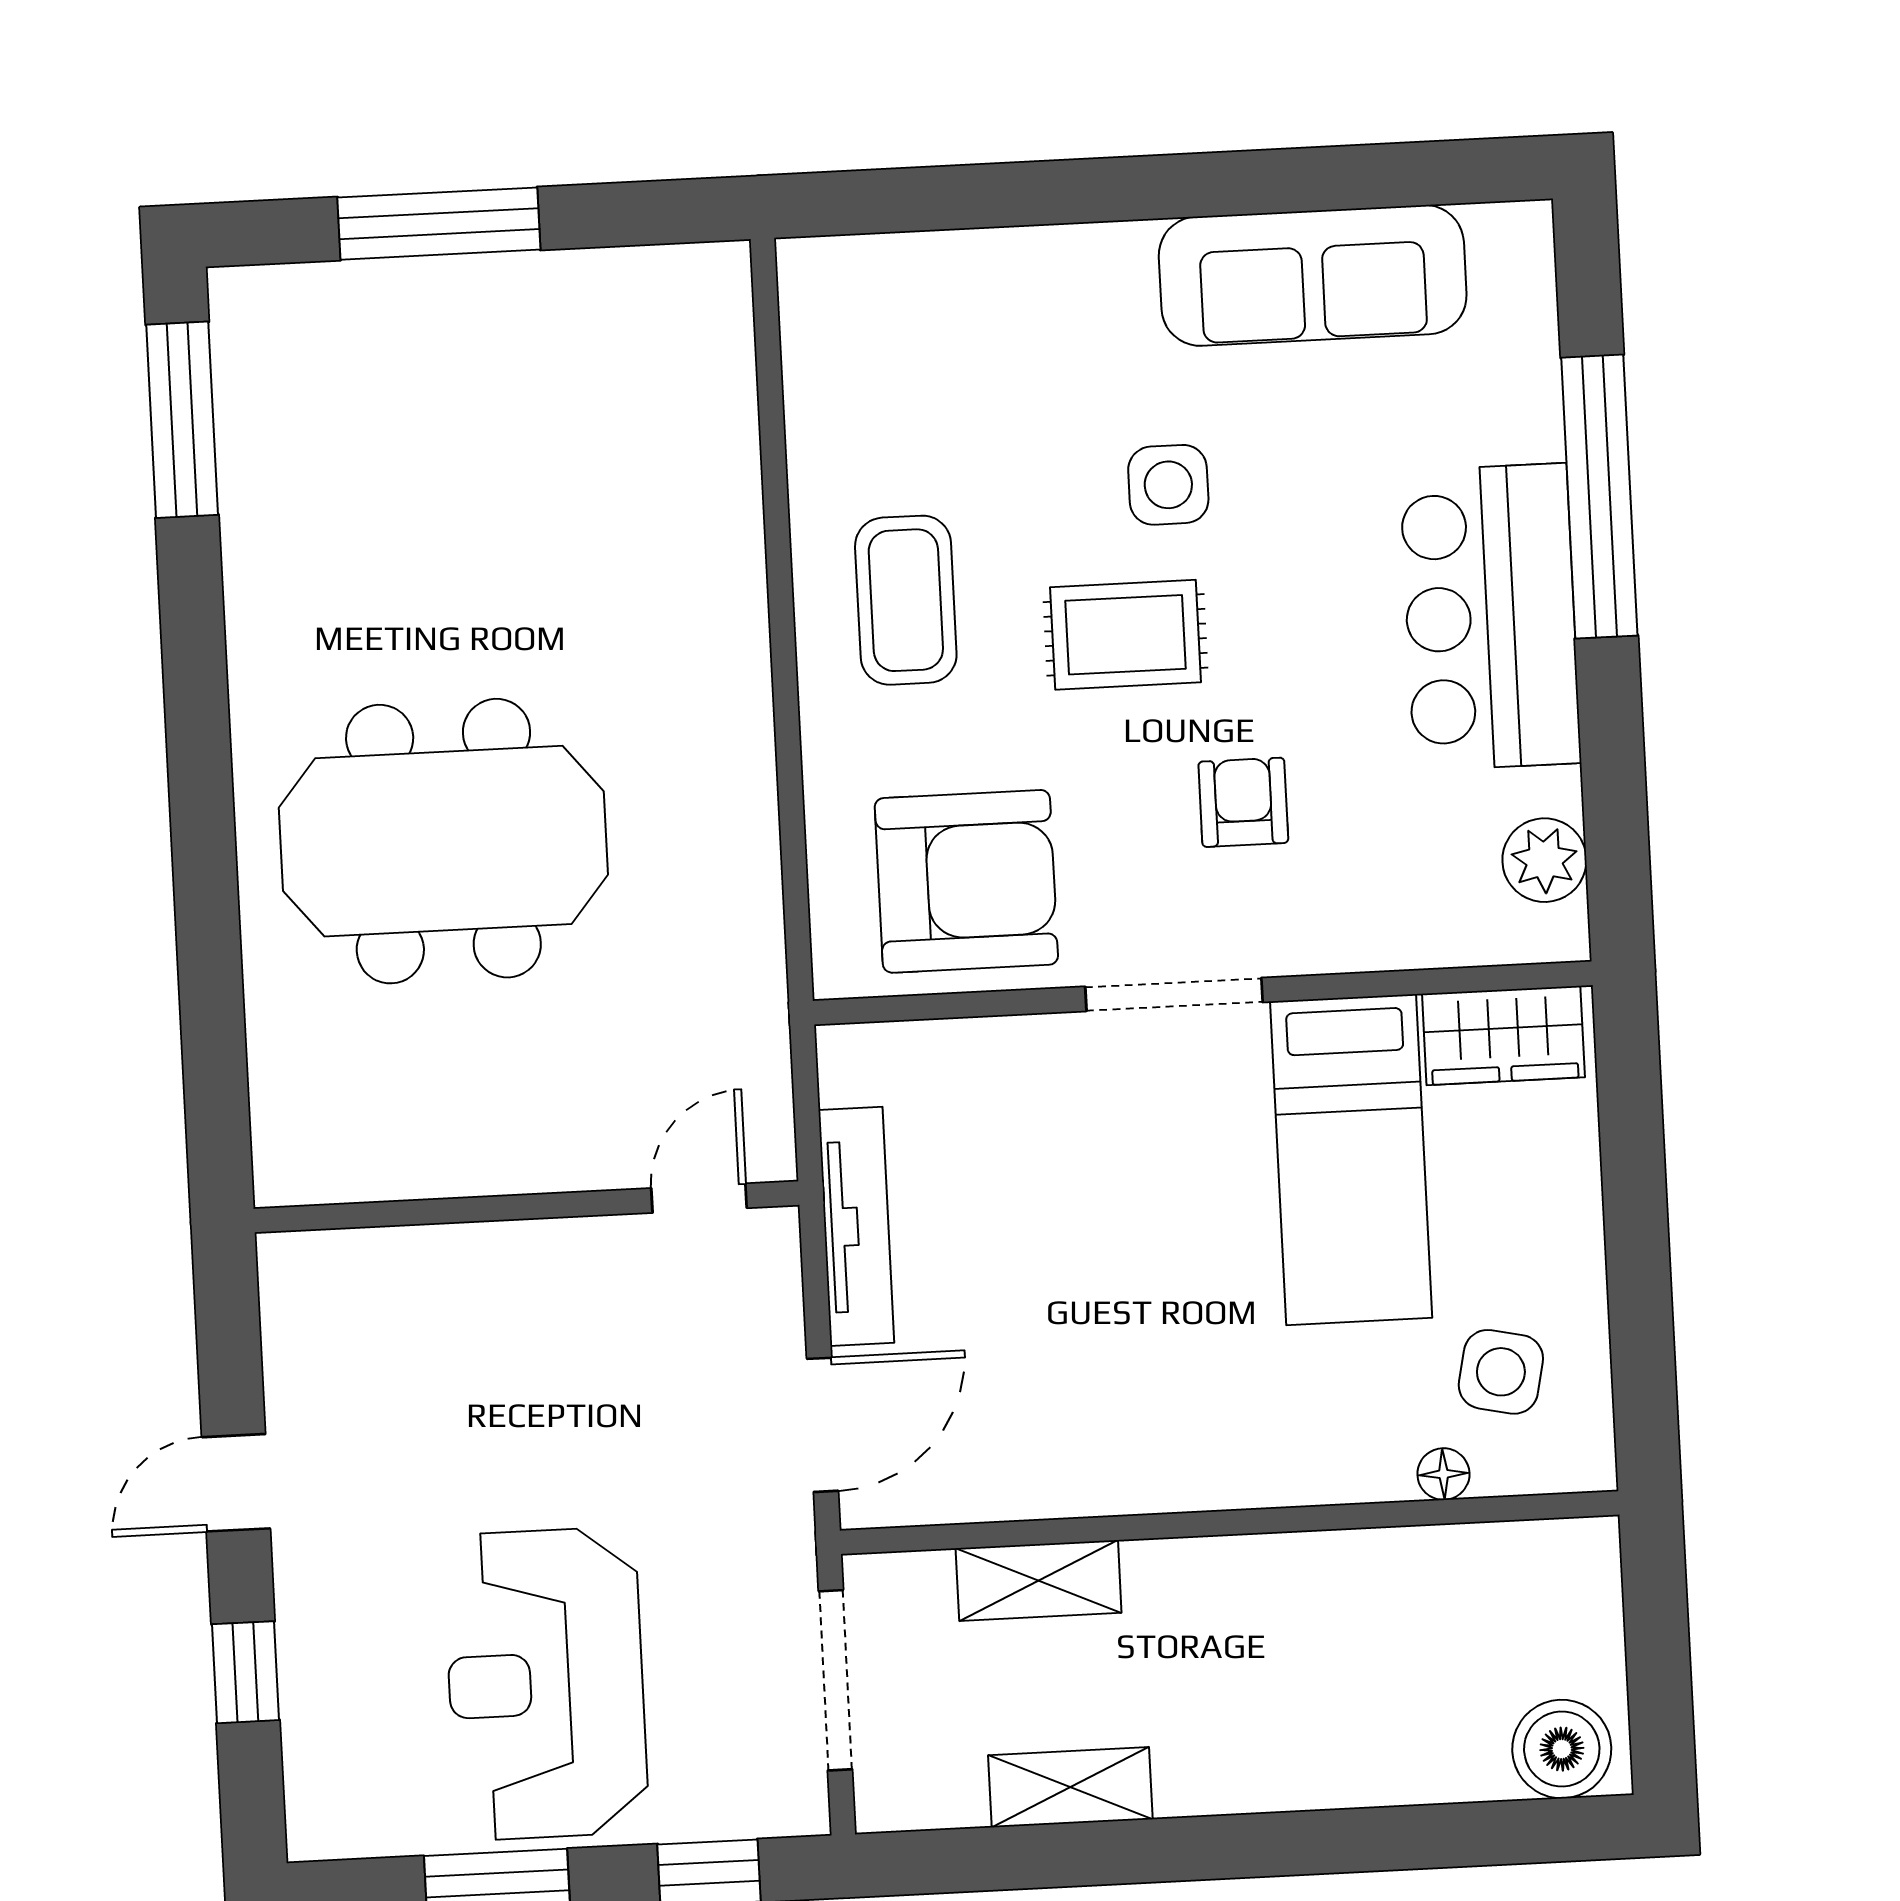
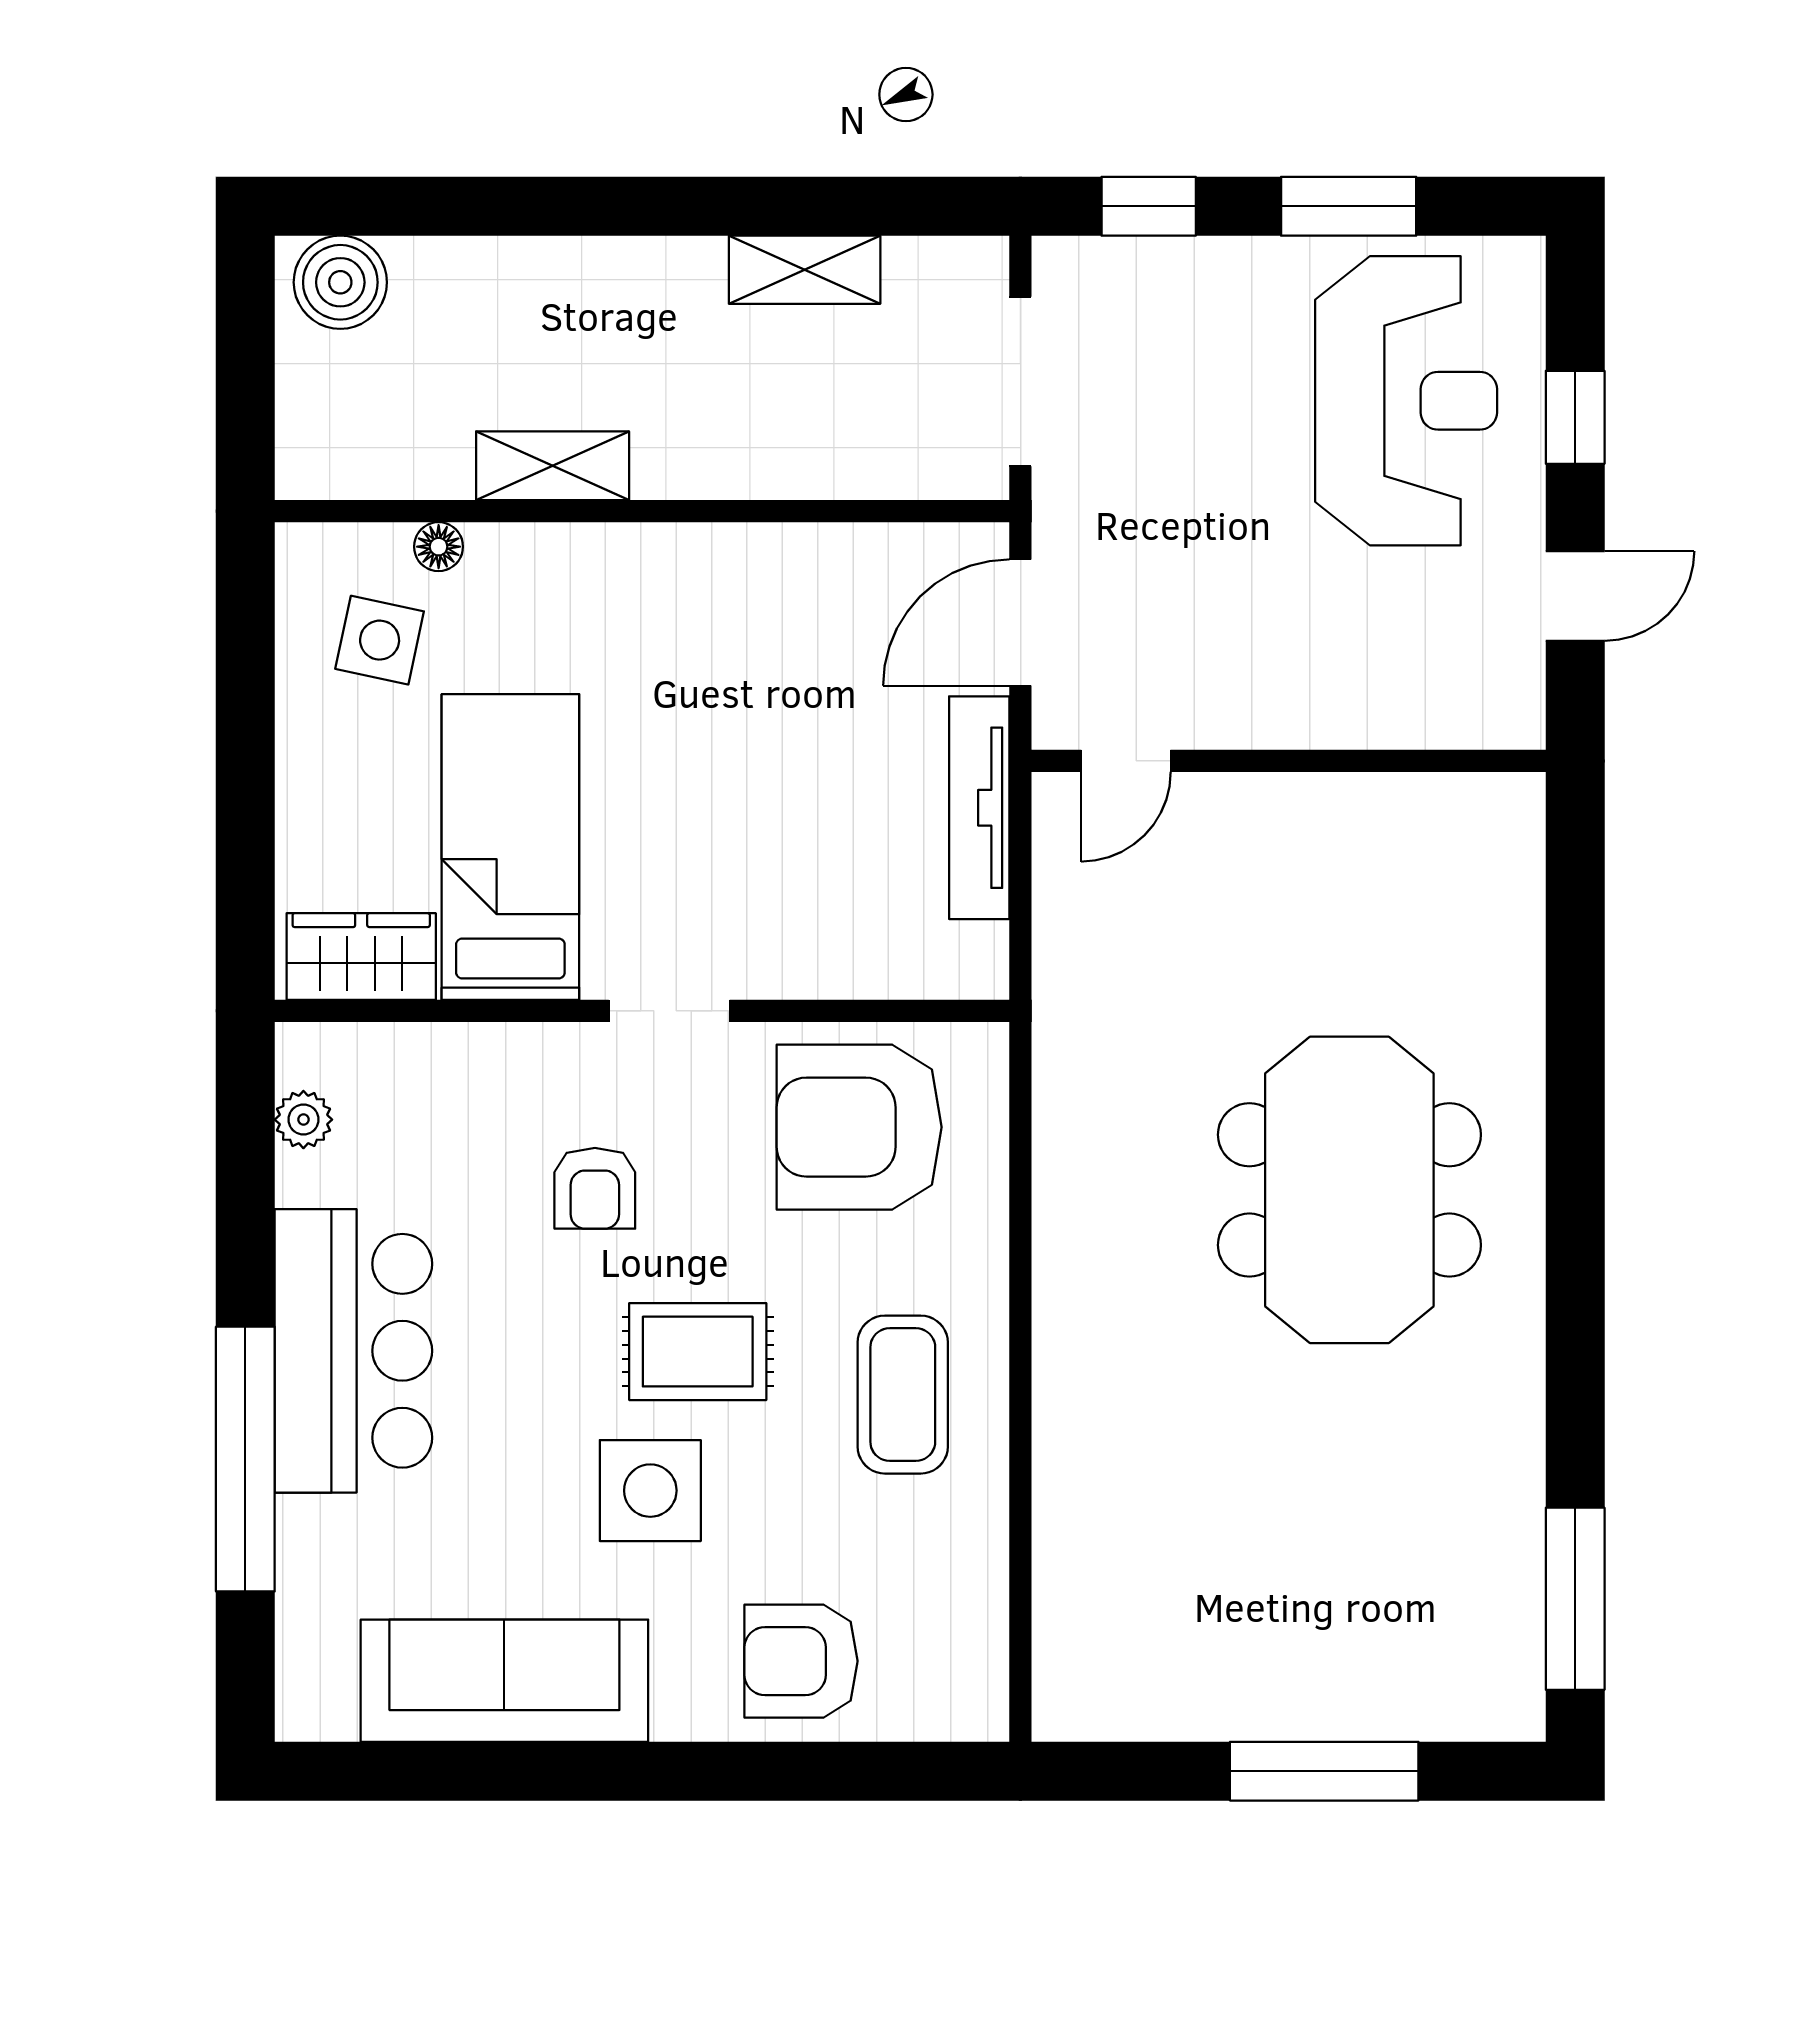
armchair: (999, 312) -> (801, 1661), added
side table: (1168, 485) -> (650, 1491), width x1.37, depth x1.37
meeting table: (443, 841) -> (1349, 1190), turned 90
plant: (1544, 860) -> (303, 1120), width x0.73, depth x0.73
doorway: (1174, 994) -> (669, 1011), width x0.73
door: (699, 1198) -> (1126, 761), moved
wall: (527, 1207) -> (1289, 761), moved
shelving: (1039, 1581) -> (553, 466), moved
reception desk: (546, 1684) -> (1406, 401), moved

